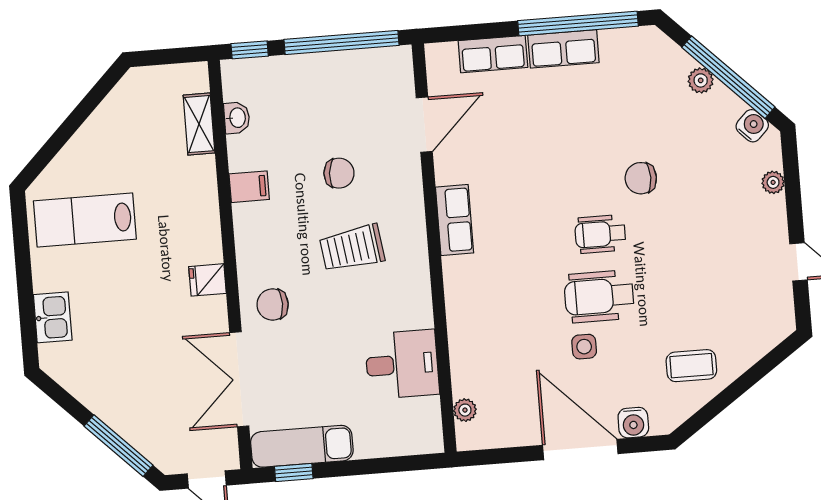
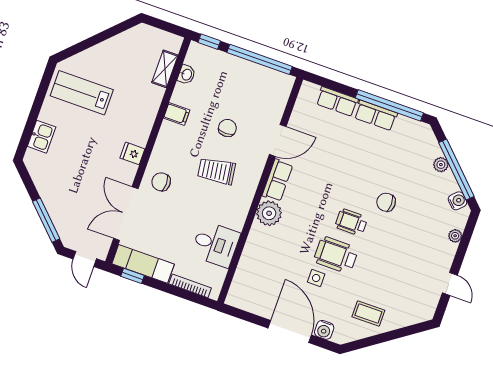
door: (424, 125) -> (278, 140), moved
chair: (339, 173) -> (227, 128), turned -95
plant: (465, 410) -> (269, 213), moved, width x1.87, depth x1.87
bookcase: (391, 448) -> (190, 286), added

